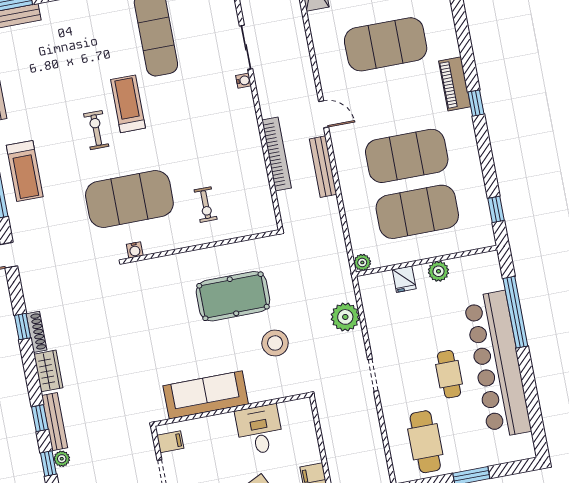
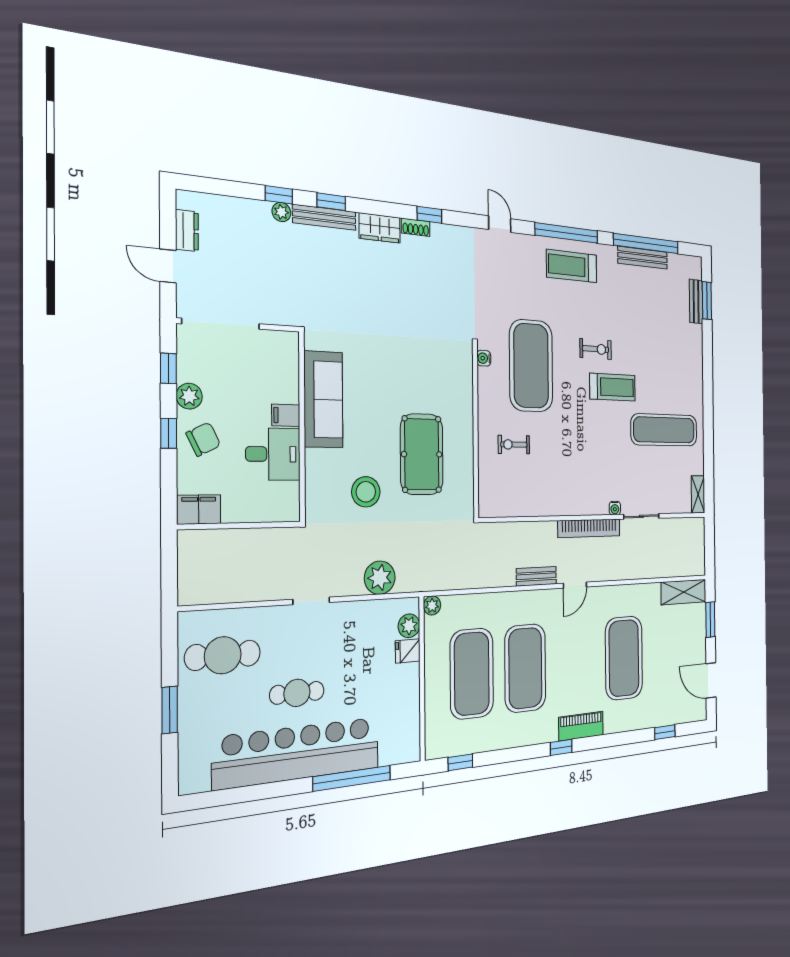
bookcase: (277, 154) -> (589, 528), moved
bench: (323, 167) -> (536, 576), width x0.73
plant: (438, 271) -> (409, 626), moved
shoe rack: (37, 332) -> (416, 227), width x0.70
filing cabinet: (170, 442) -> (286, 415), moved, turned 90

